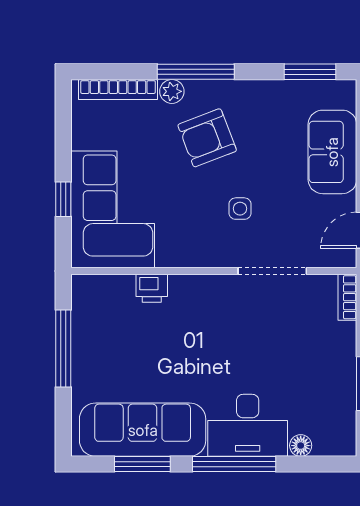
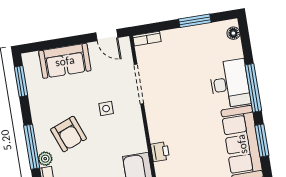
floor lamp: (301, 446) -> (233, 33), moved

